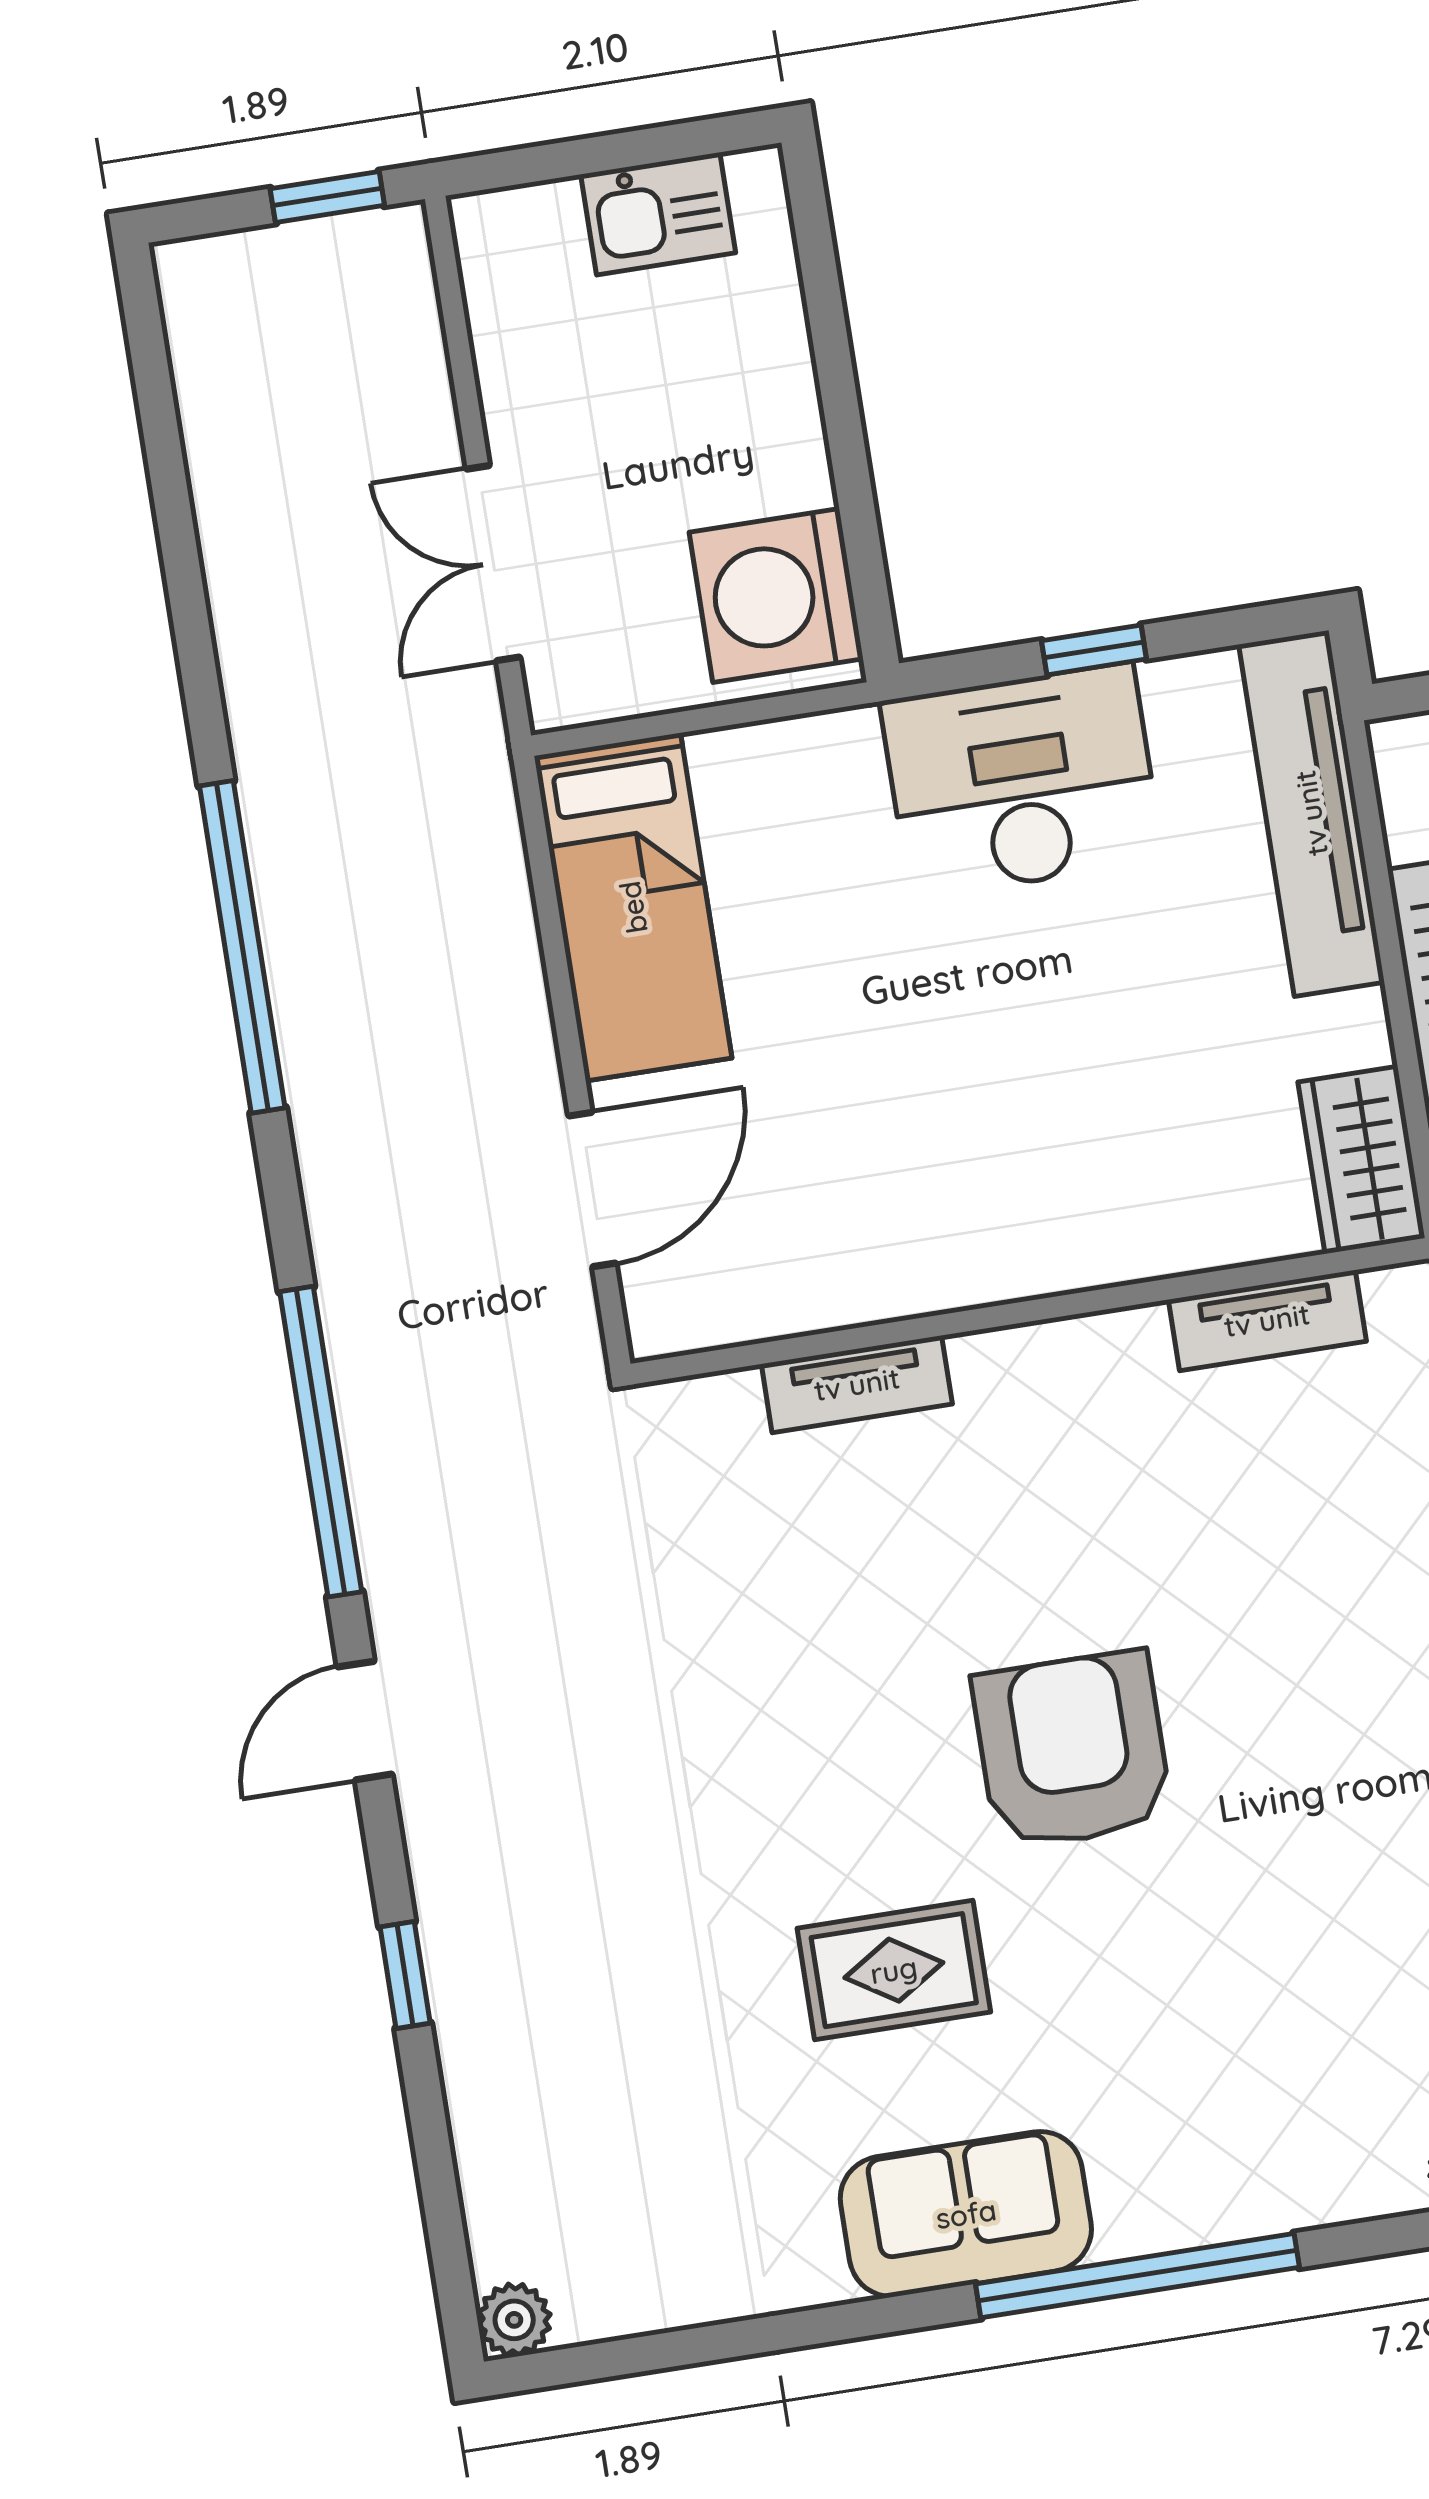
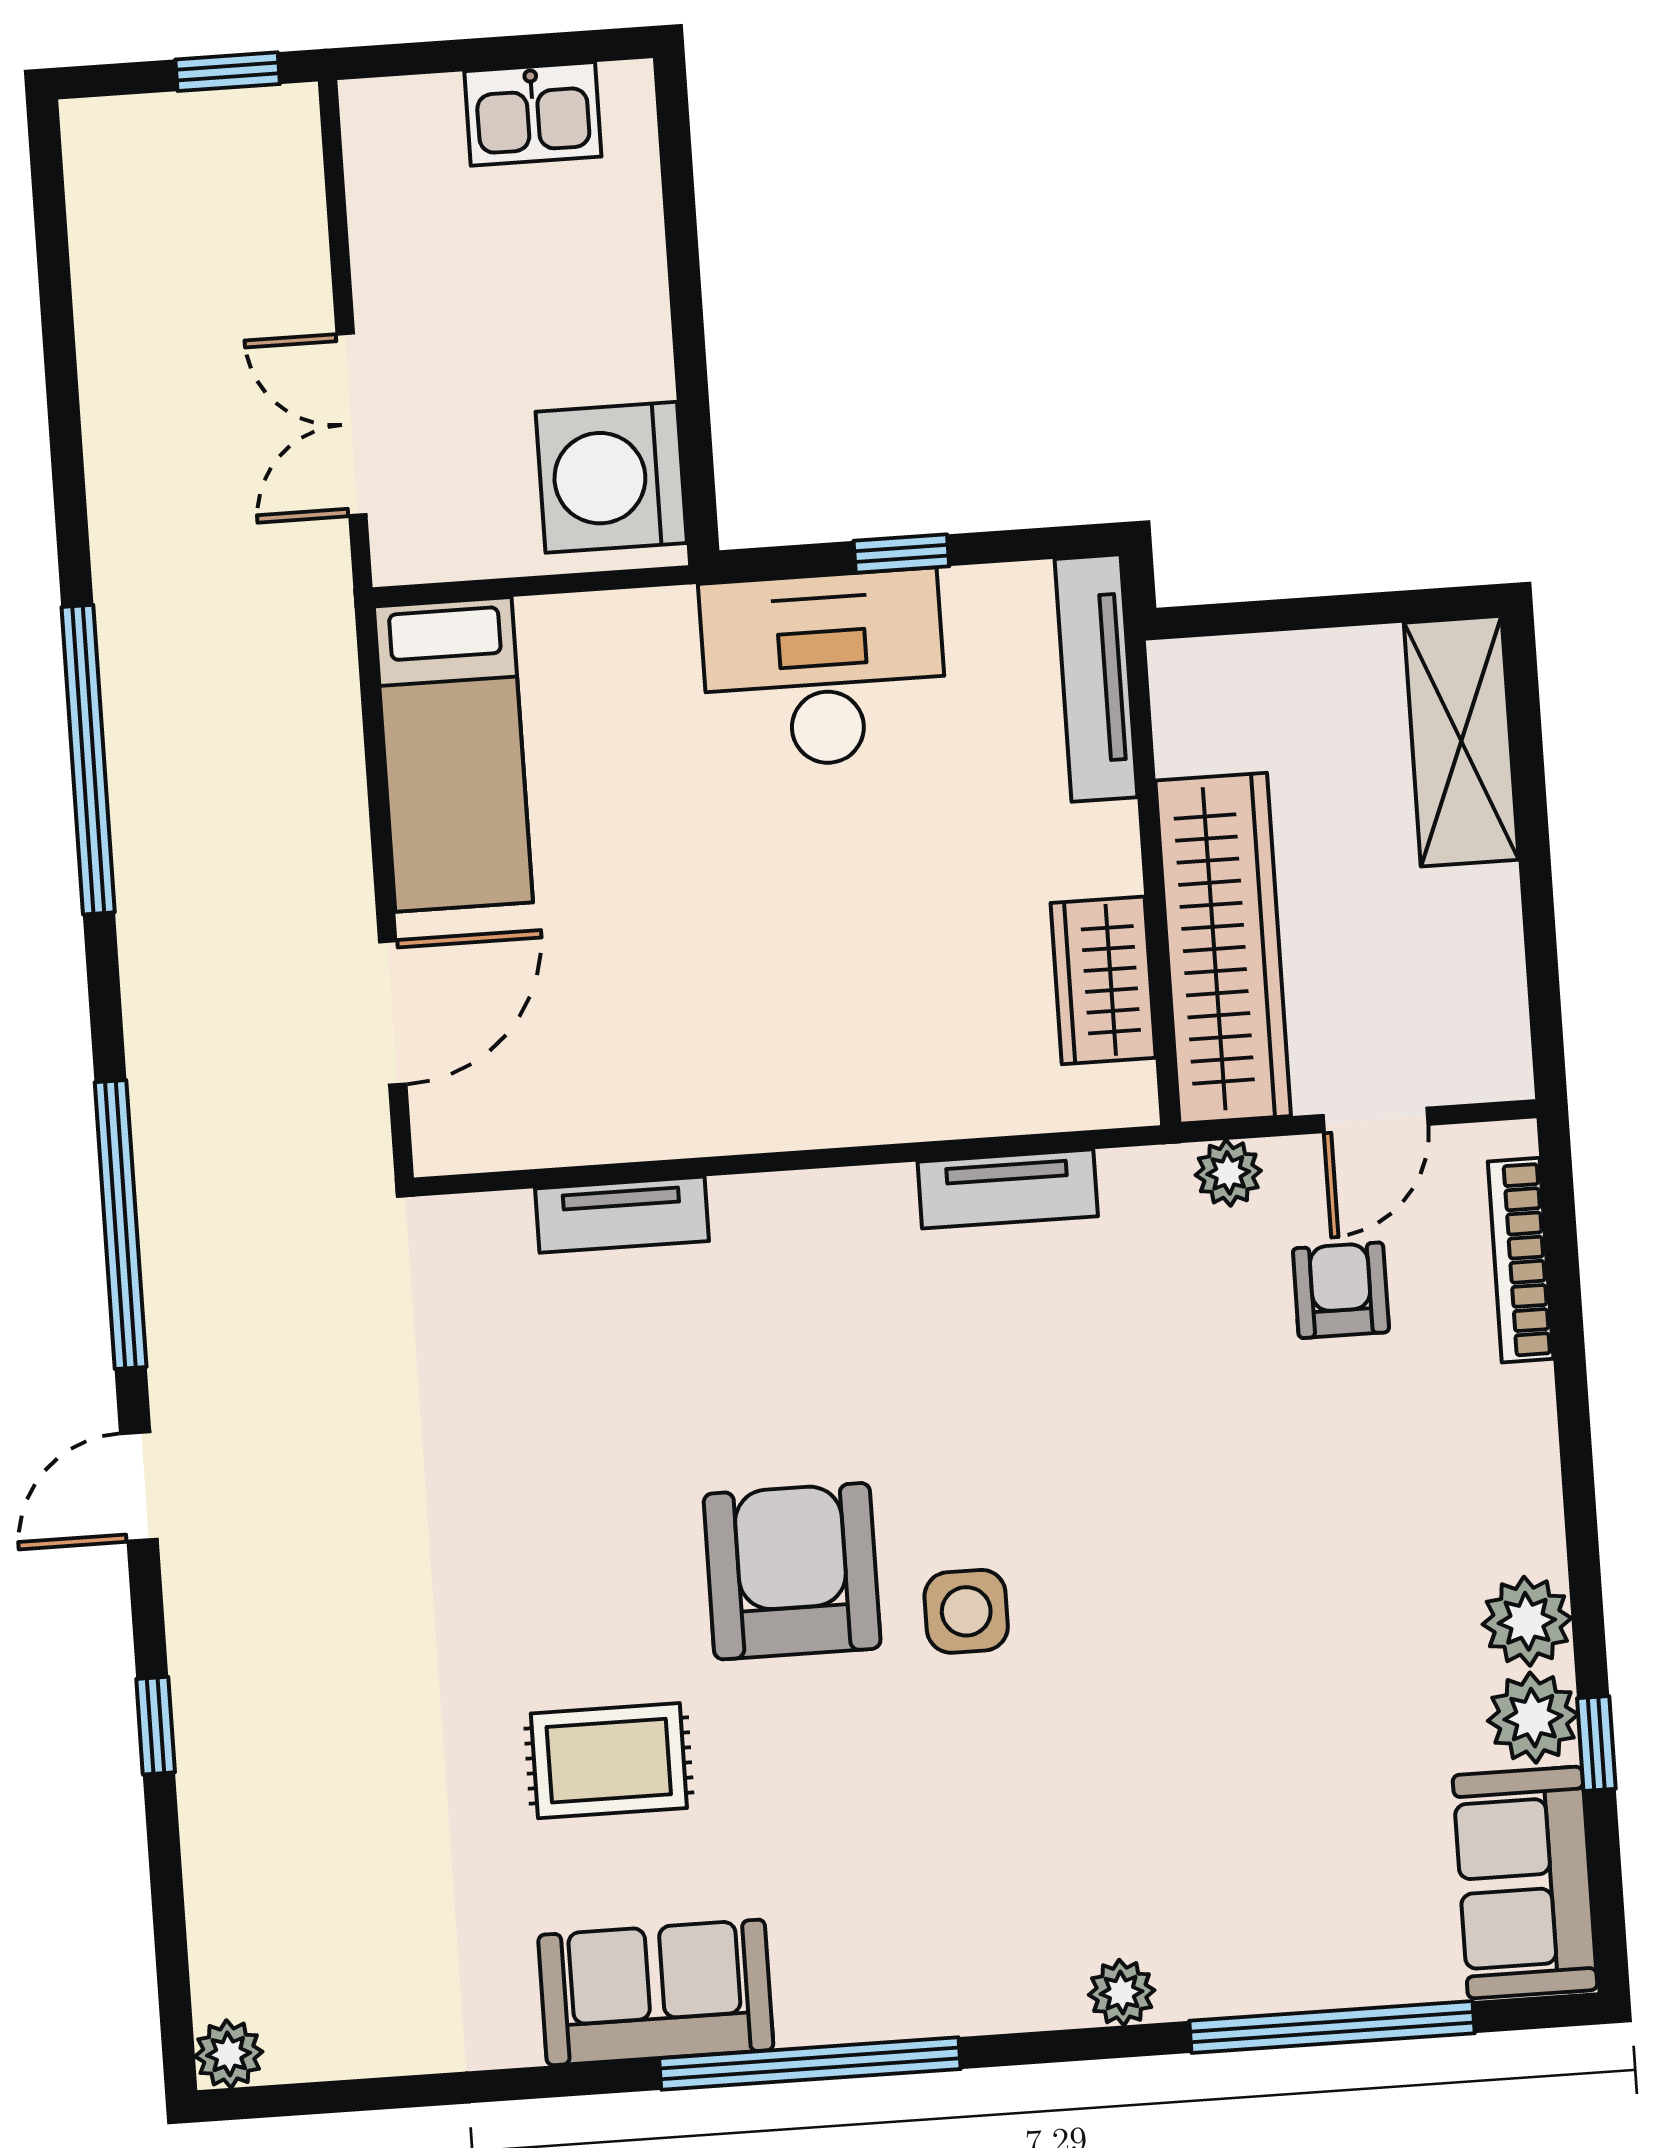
tv unit: (1311, 813) -> (1096, 678), width x0.73, depth x0.78
wardrobe: (1361, 1160) -> (1103, 980), moved
side table: (1263, 1777) -> (966, 1611), added

